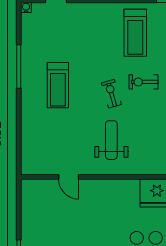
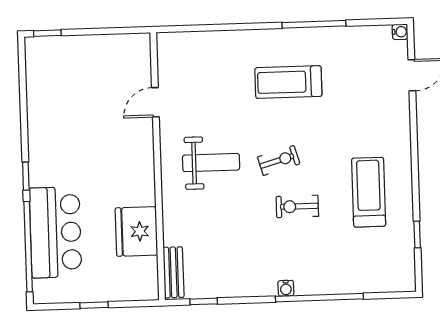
treadmill: (135, 33) -> (369, 192), turned 90
exercise bike: (143, 82) -> (297, 206), turned -90

